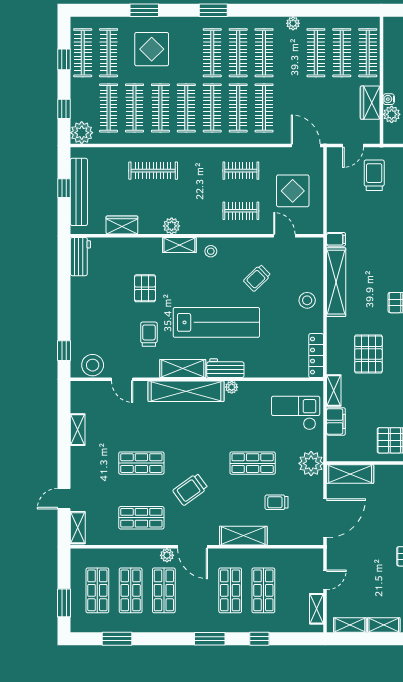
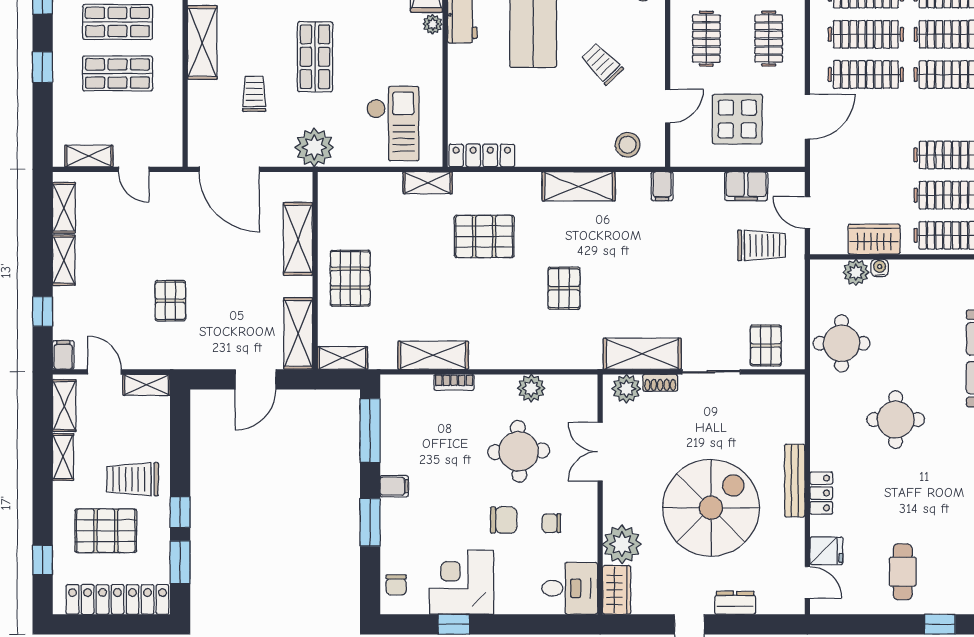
door: (306, 146) -> (807, 117), moved
shelving: (336, 282) -> (579, 186), width x0.68
stool: (307, 300) -> (628, 145), moved
filing cabinet: (336, 421) -> (746, 186), moved
shelving: (350, 474) -> (298, 239), moved

